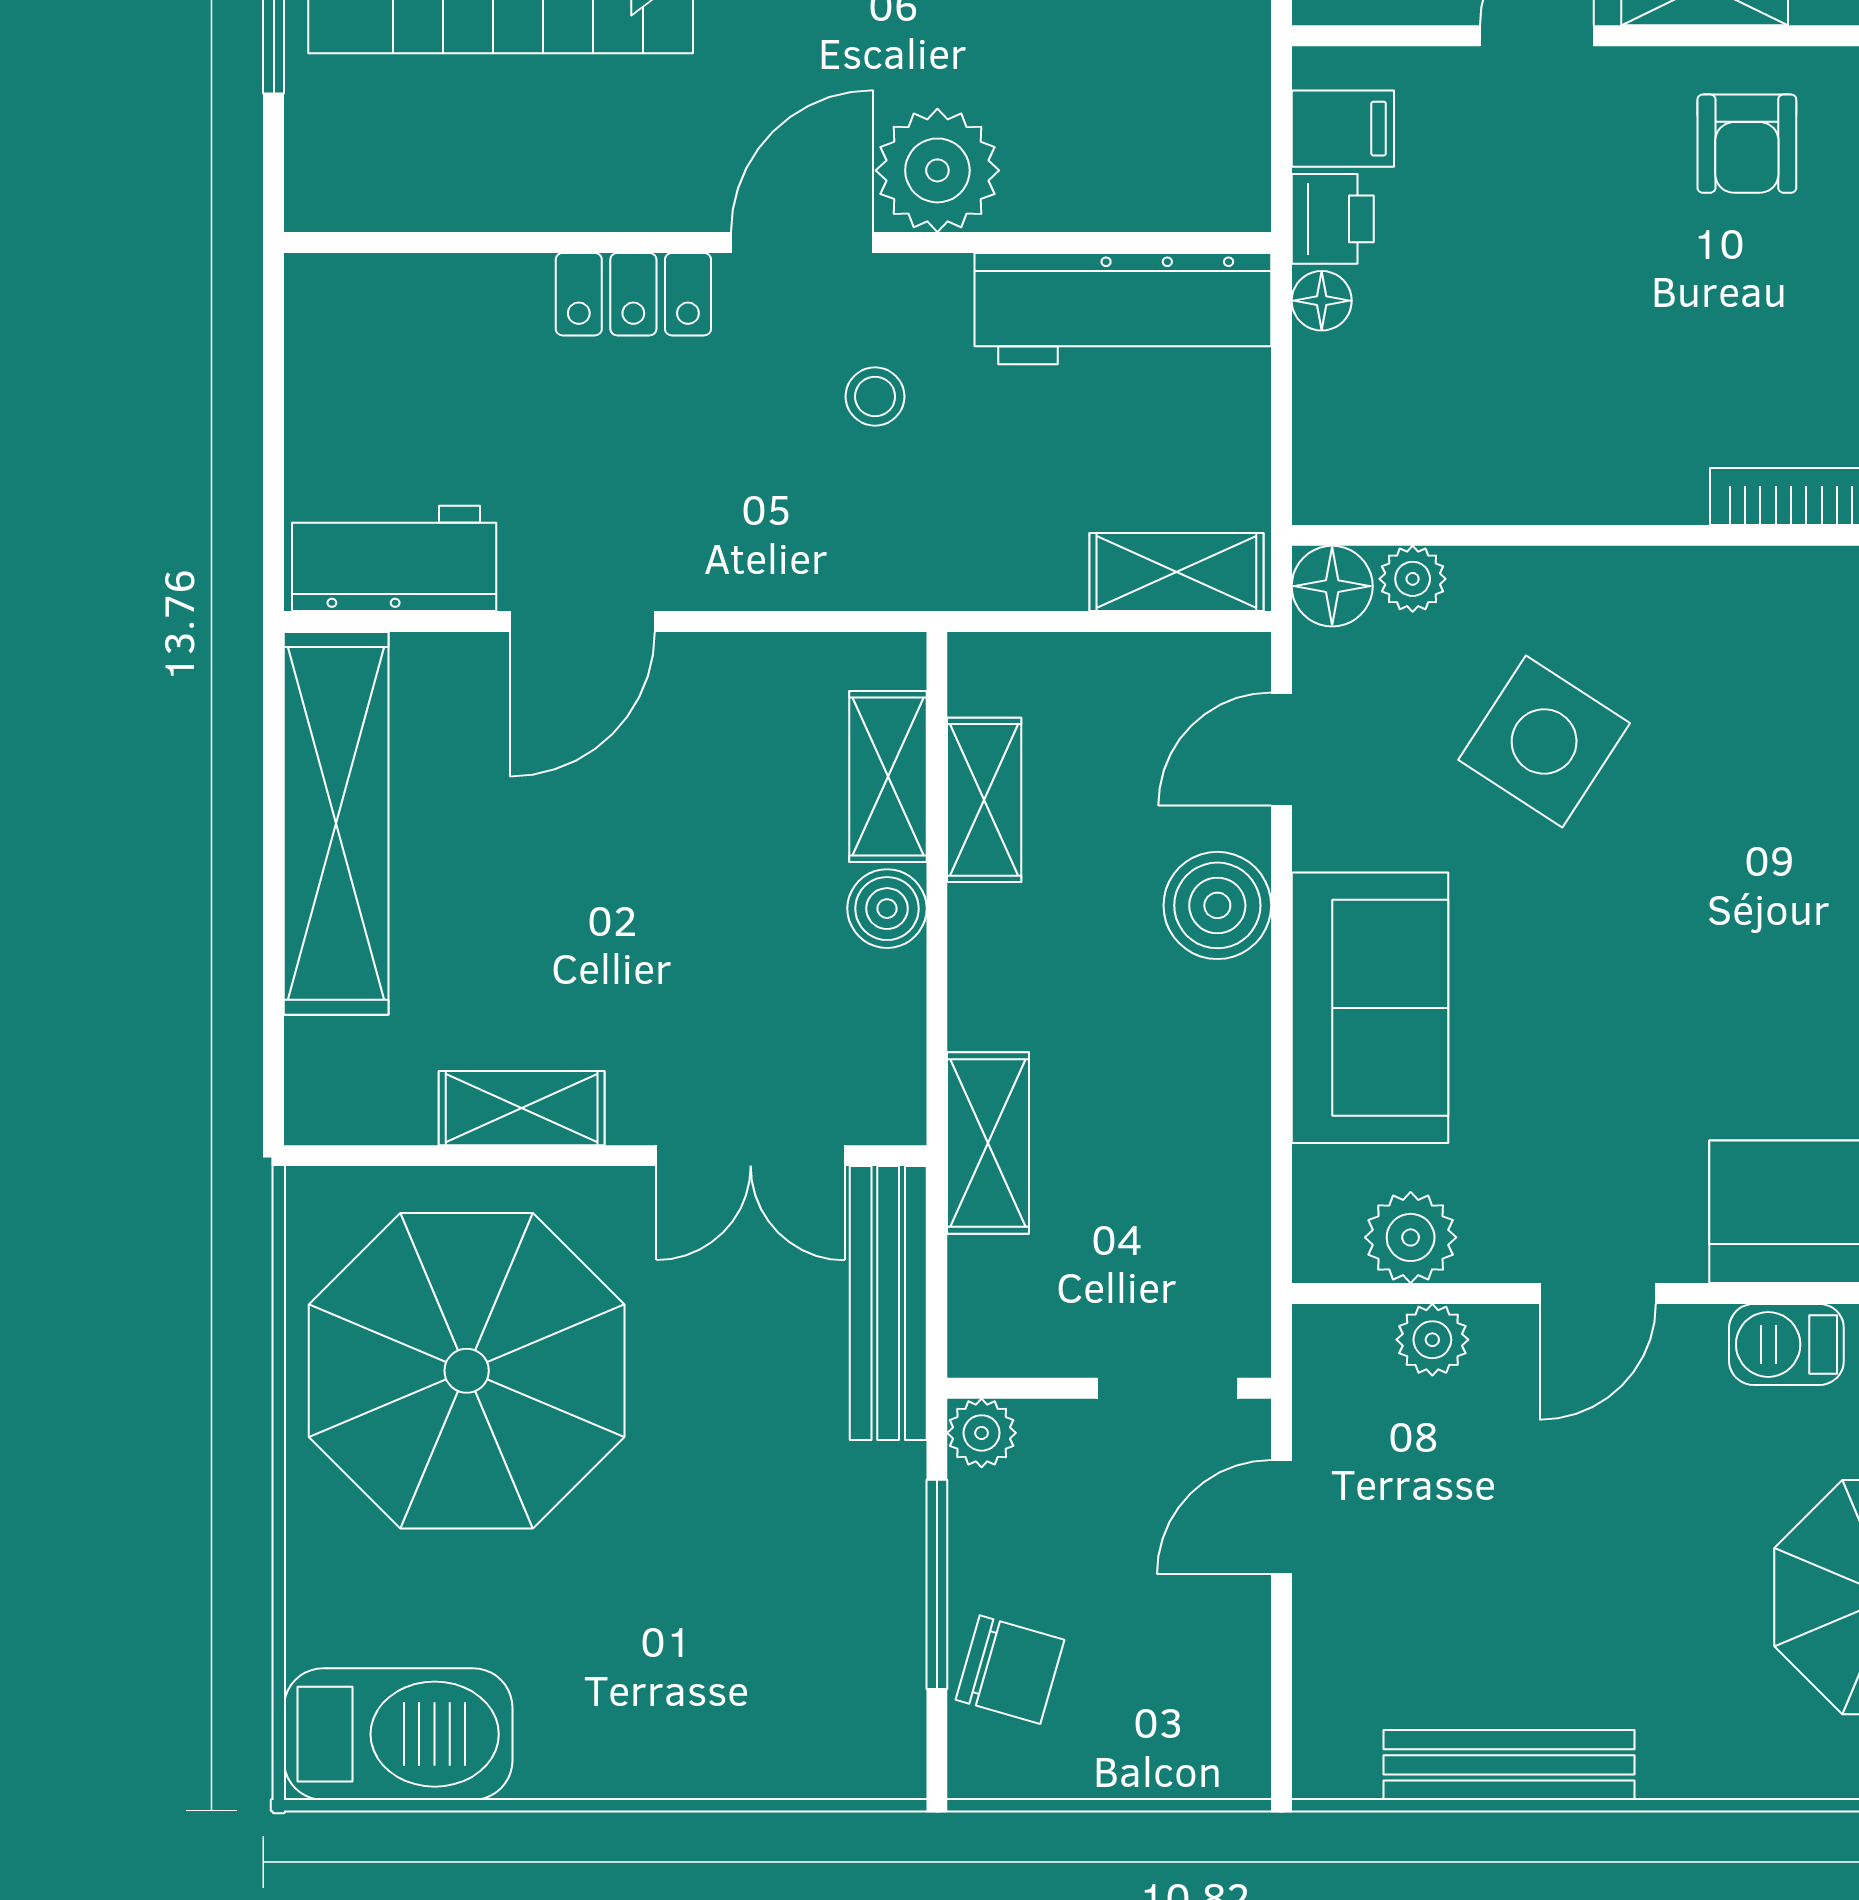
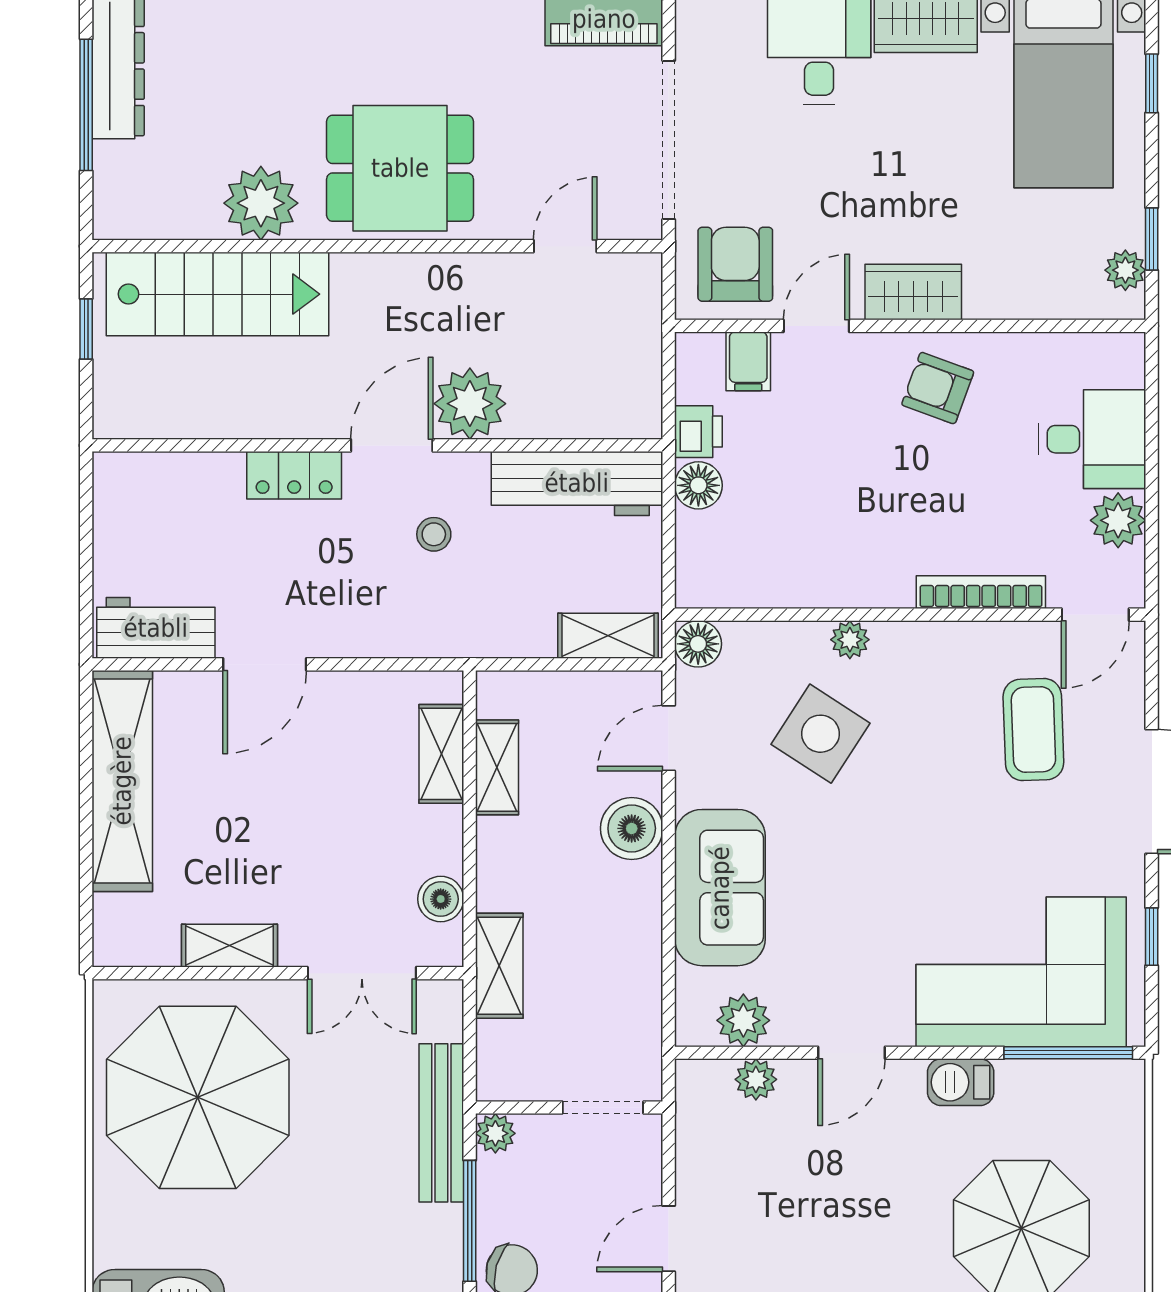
filing cabinet: (1343, 129) -> (748, 361), moved, turned 90
armchair: (1747, 144) -> (938, 388), turned 110
floor lamp: (1322, 301) -> (698, 485), width x1.37, depth x1.37
plant: (1413, 579) -> (850, 640), moved
boiler: (887, 909) -> (441, 899), moved
bench: (888, 1303) -> (441, 1123), moved
door: (1281, 1517) -> (669, 1239), moved

